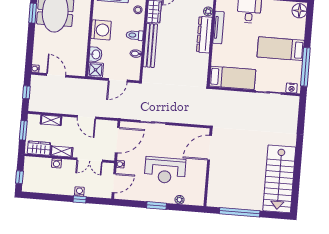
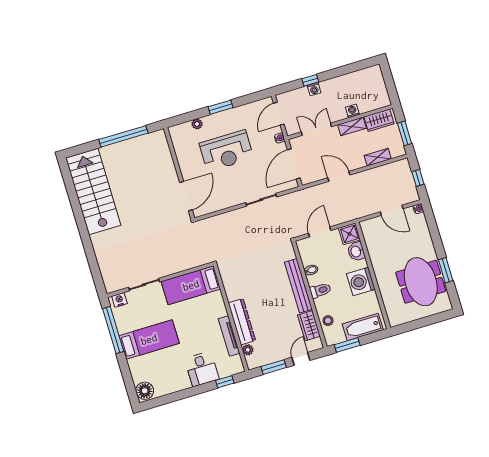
reception desk: (165, 170) -> (226, 151), turned 180
window: (19, 177) -> (388, 79), removed

